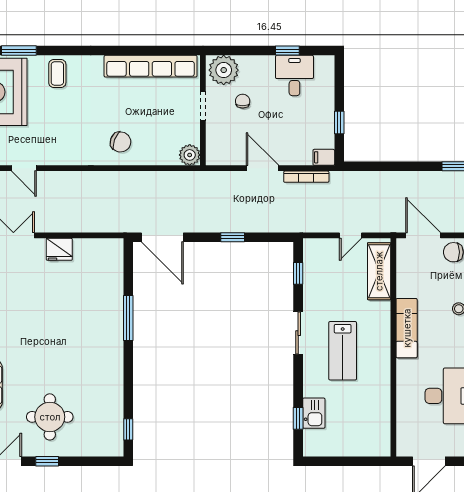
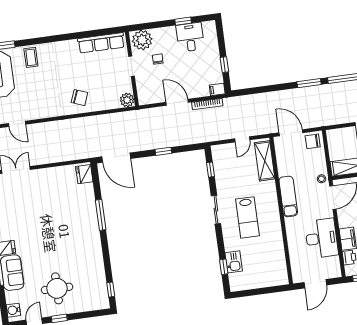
row of seats: (151, 66) -> (101, 43), width x0.73
fridge: (59, 249) -> (84, 174), moved, turned 90

